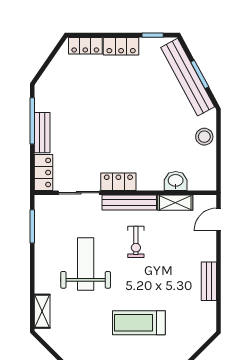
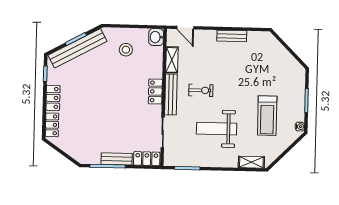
stool: (204, 137) -> (126, 50), moved
washbasin: (176, 181) -> (156, 37), moved
locker: (118, 182) -> (155, 91), moved
treadmill: (139, 323) -> (267, 116), moved

